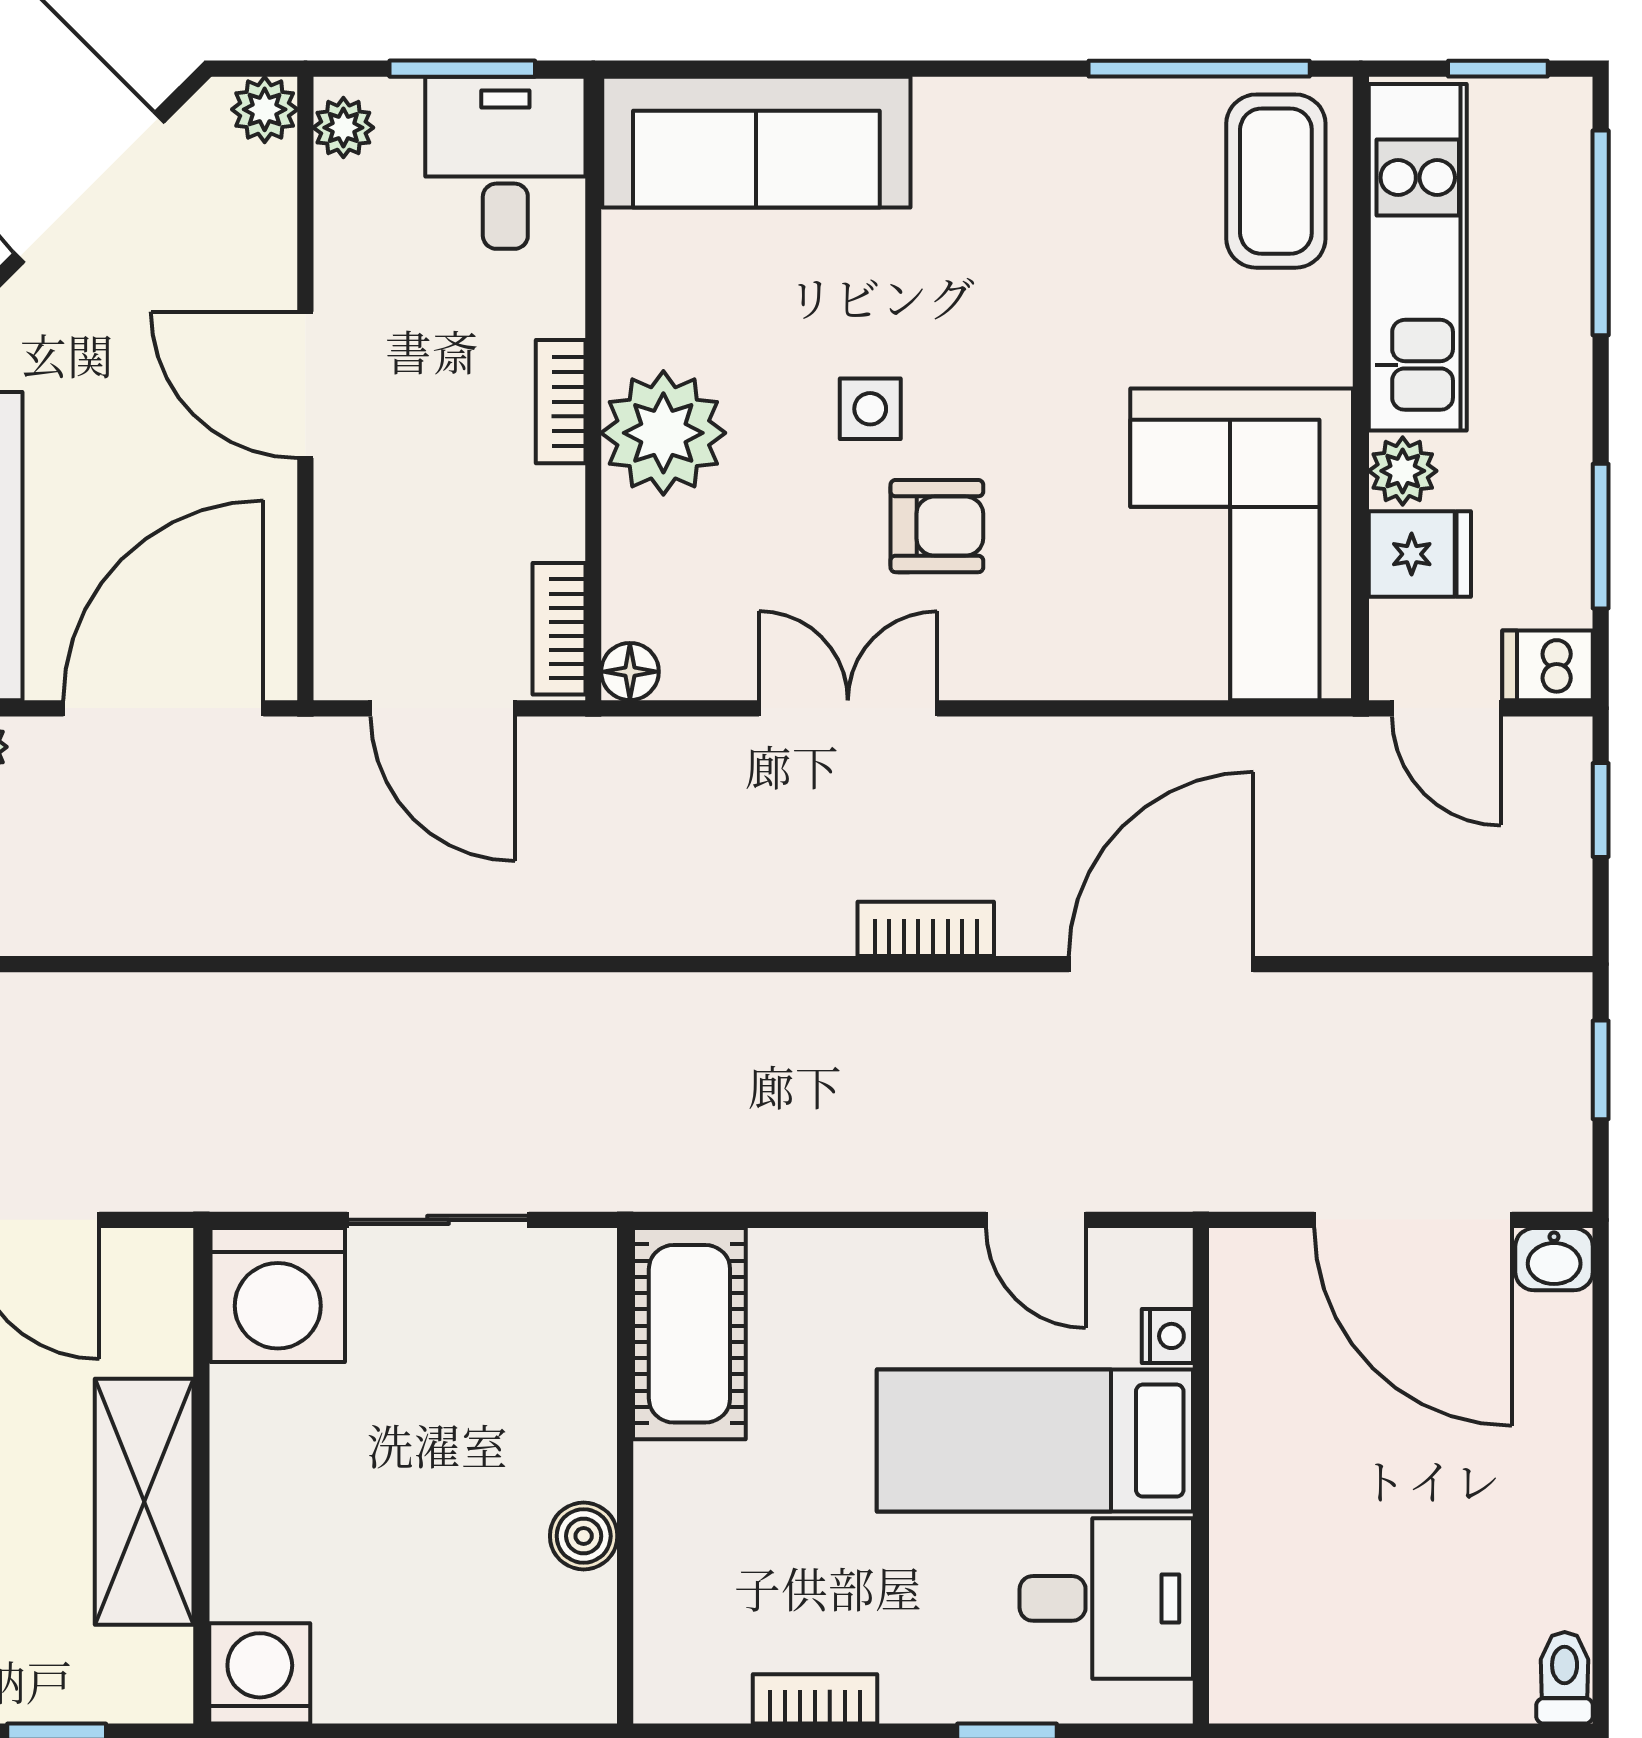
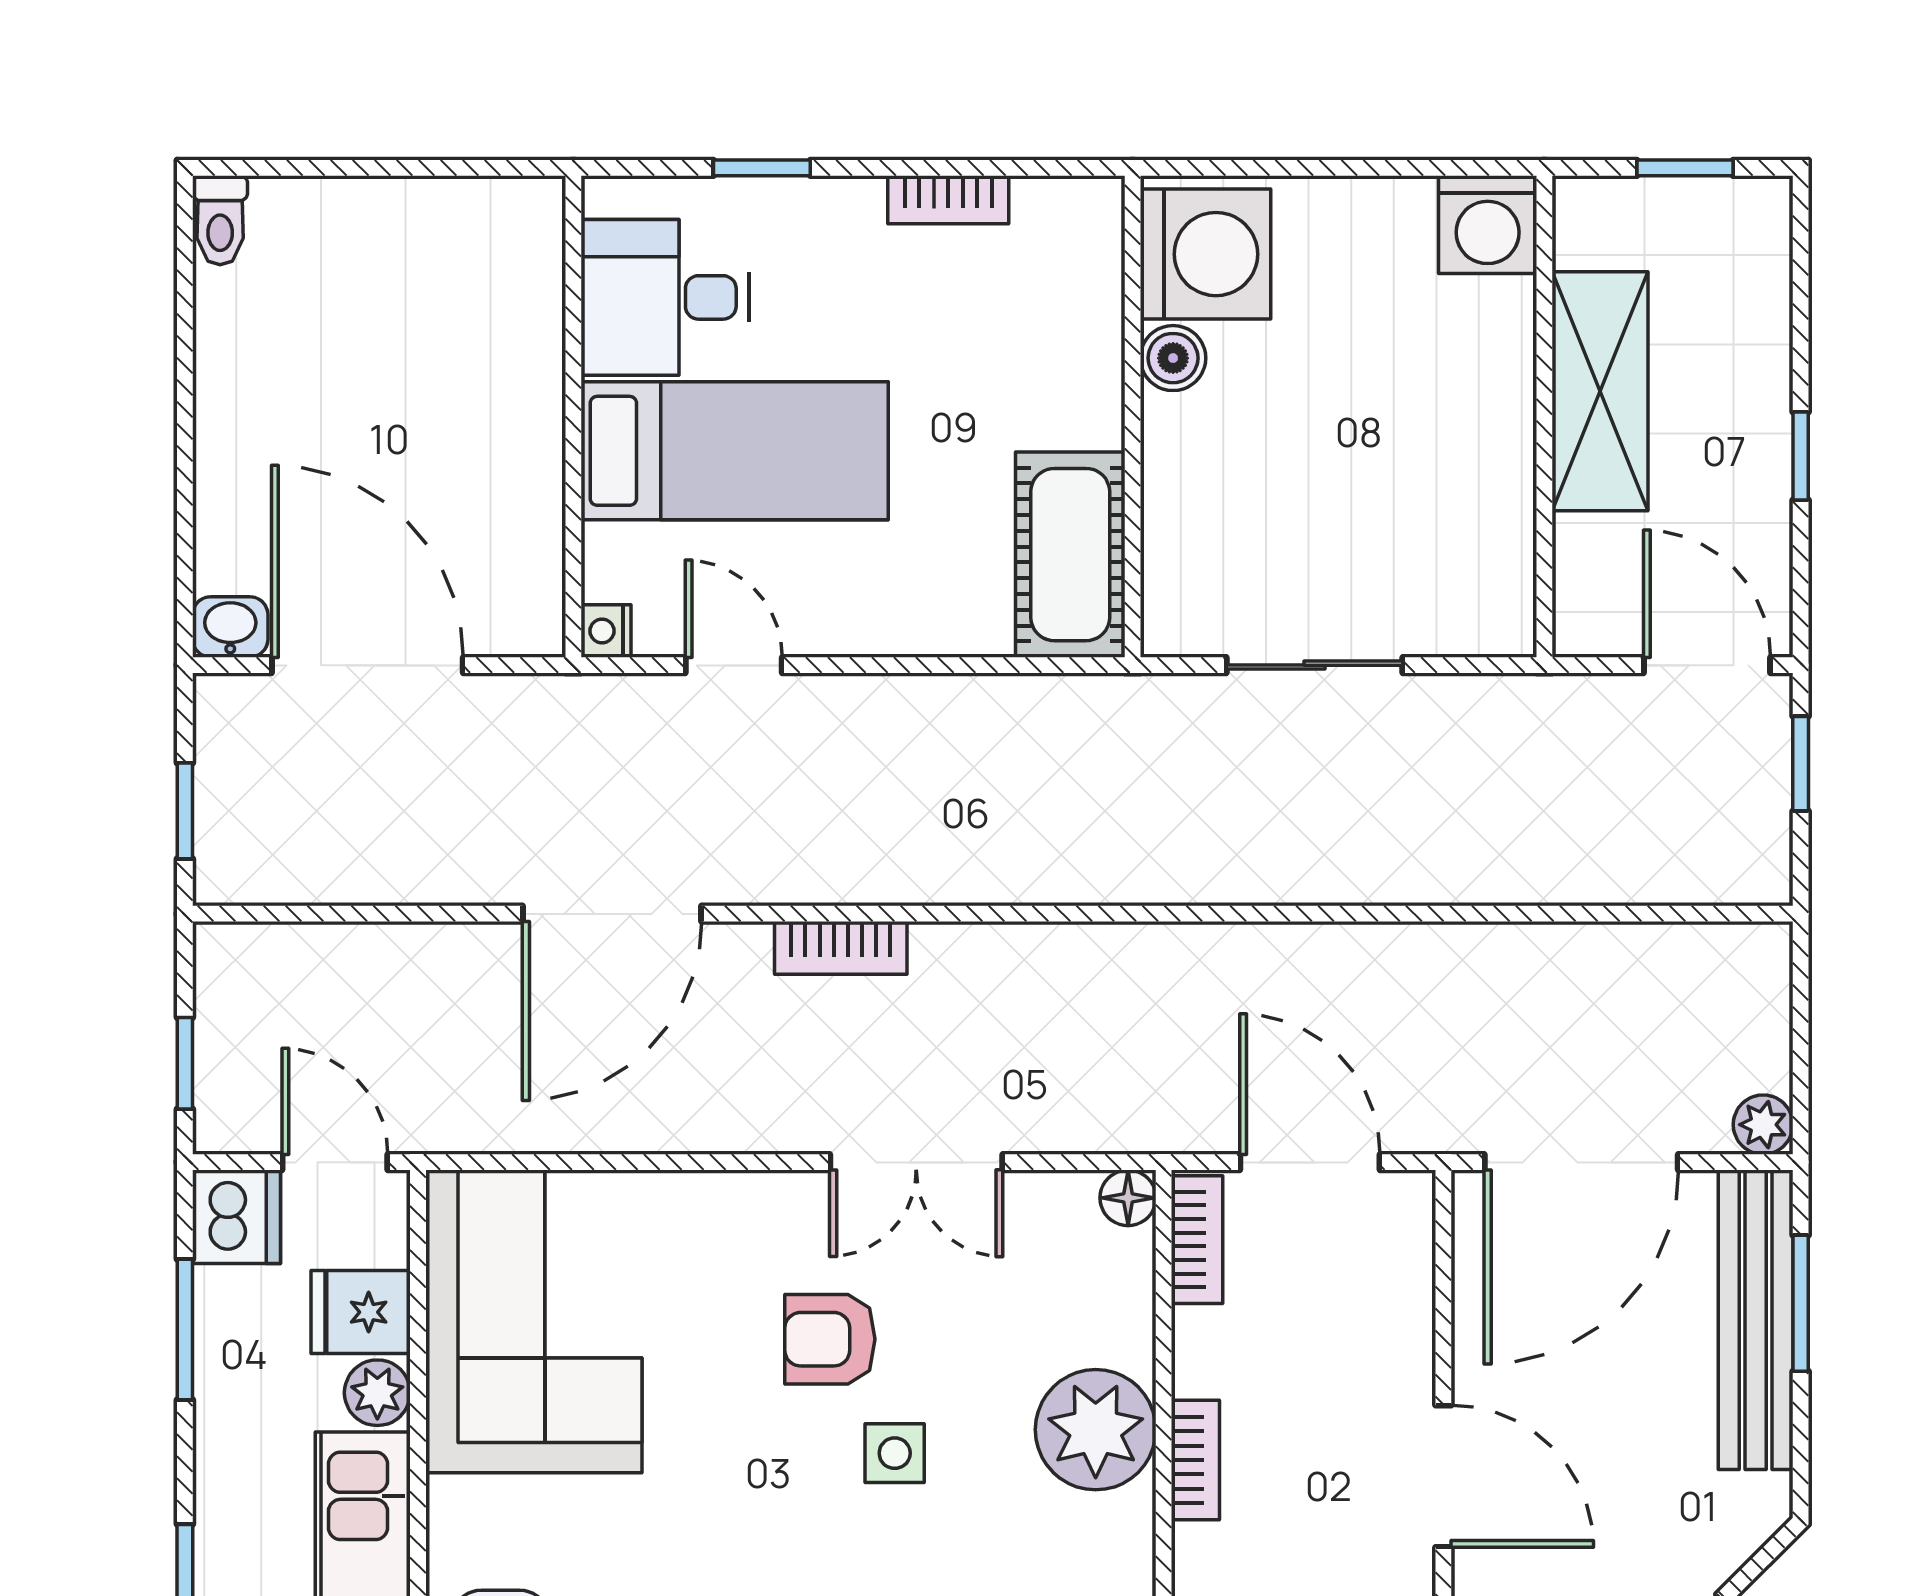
dishwasher: (1548, 665) -> (237, 1217), width x1.38
washing machine: (278, 1295) -> (1206, 254), moved, turned 90
nightstand: (1167, 1336) -> (606, 631), moved

